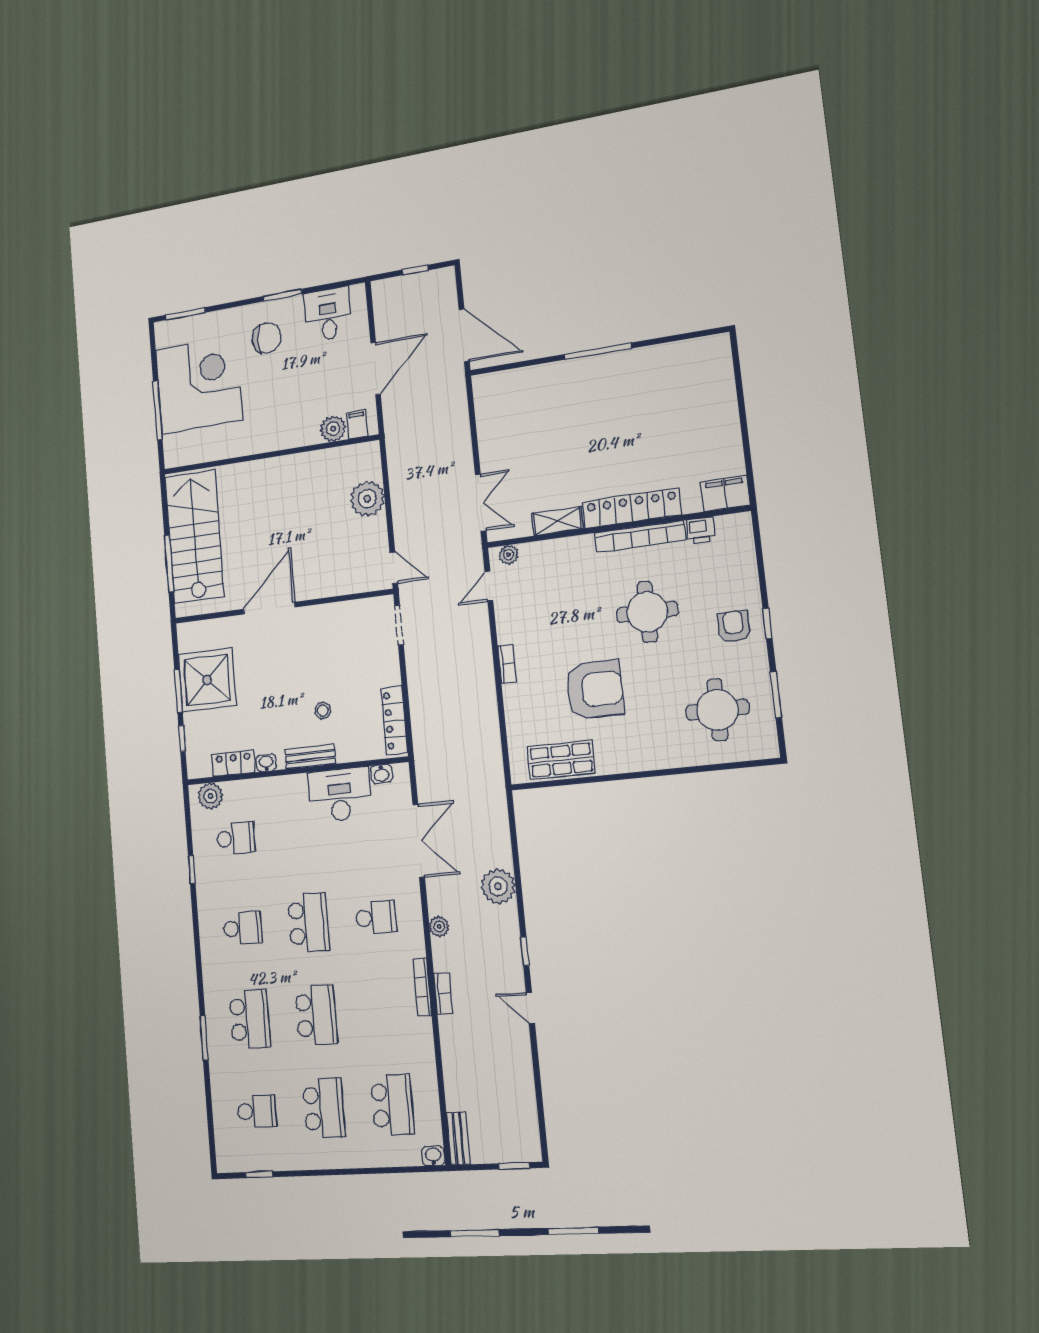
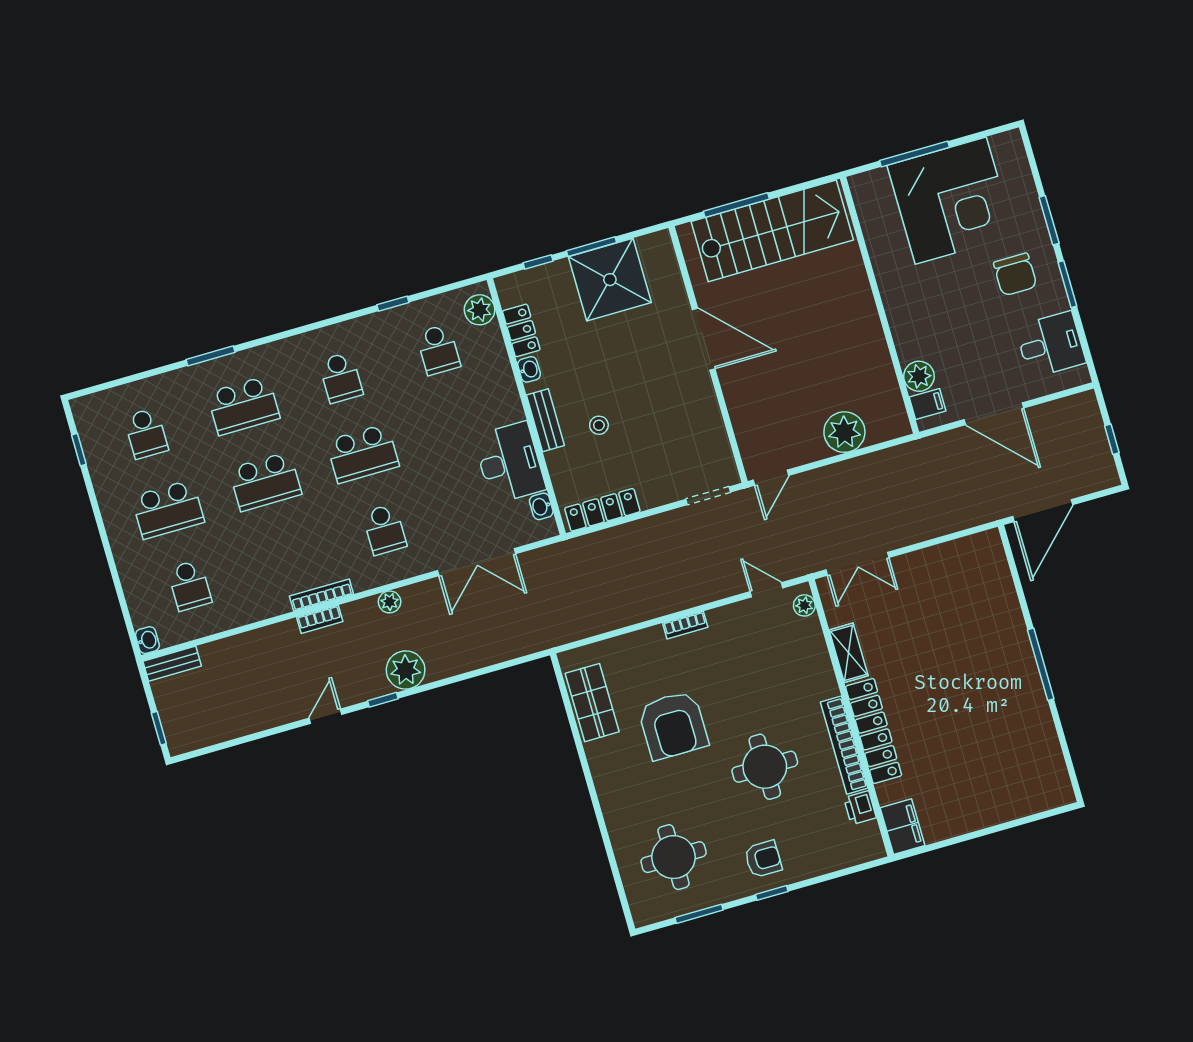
window: (185, 314) -> (1049, 220), moved
plant: (498, 886) -> (406, 670), moved
school desk: (392, 1105) -> (190, 585), width x0.54

